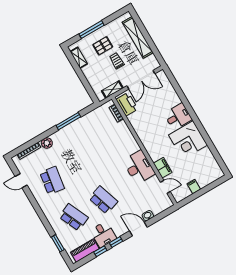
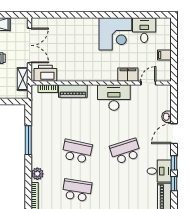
desk: (178, 116) -> (144, 30), moved
piano: (126, 133) -> (73, 91), added
school desk: (74, 217) -> (77, 151), moved, turned 36

